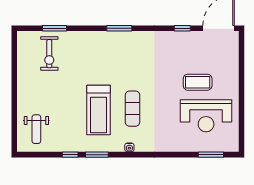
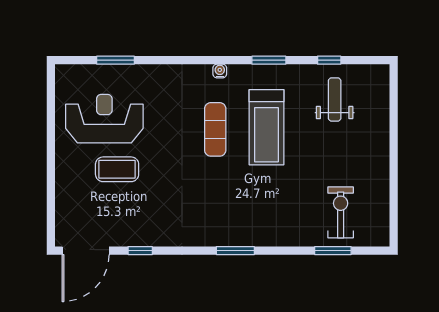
treadmill: (98, 110) -> (266, 127), turned 180
weight bench: (36, 129) -> (335, 99), moved
window: (70, 155) -> (329, 60), moved
window: (211, 155) -> (116, 60), moved

